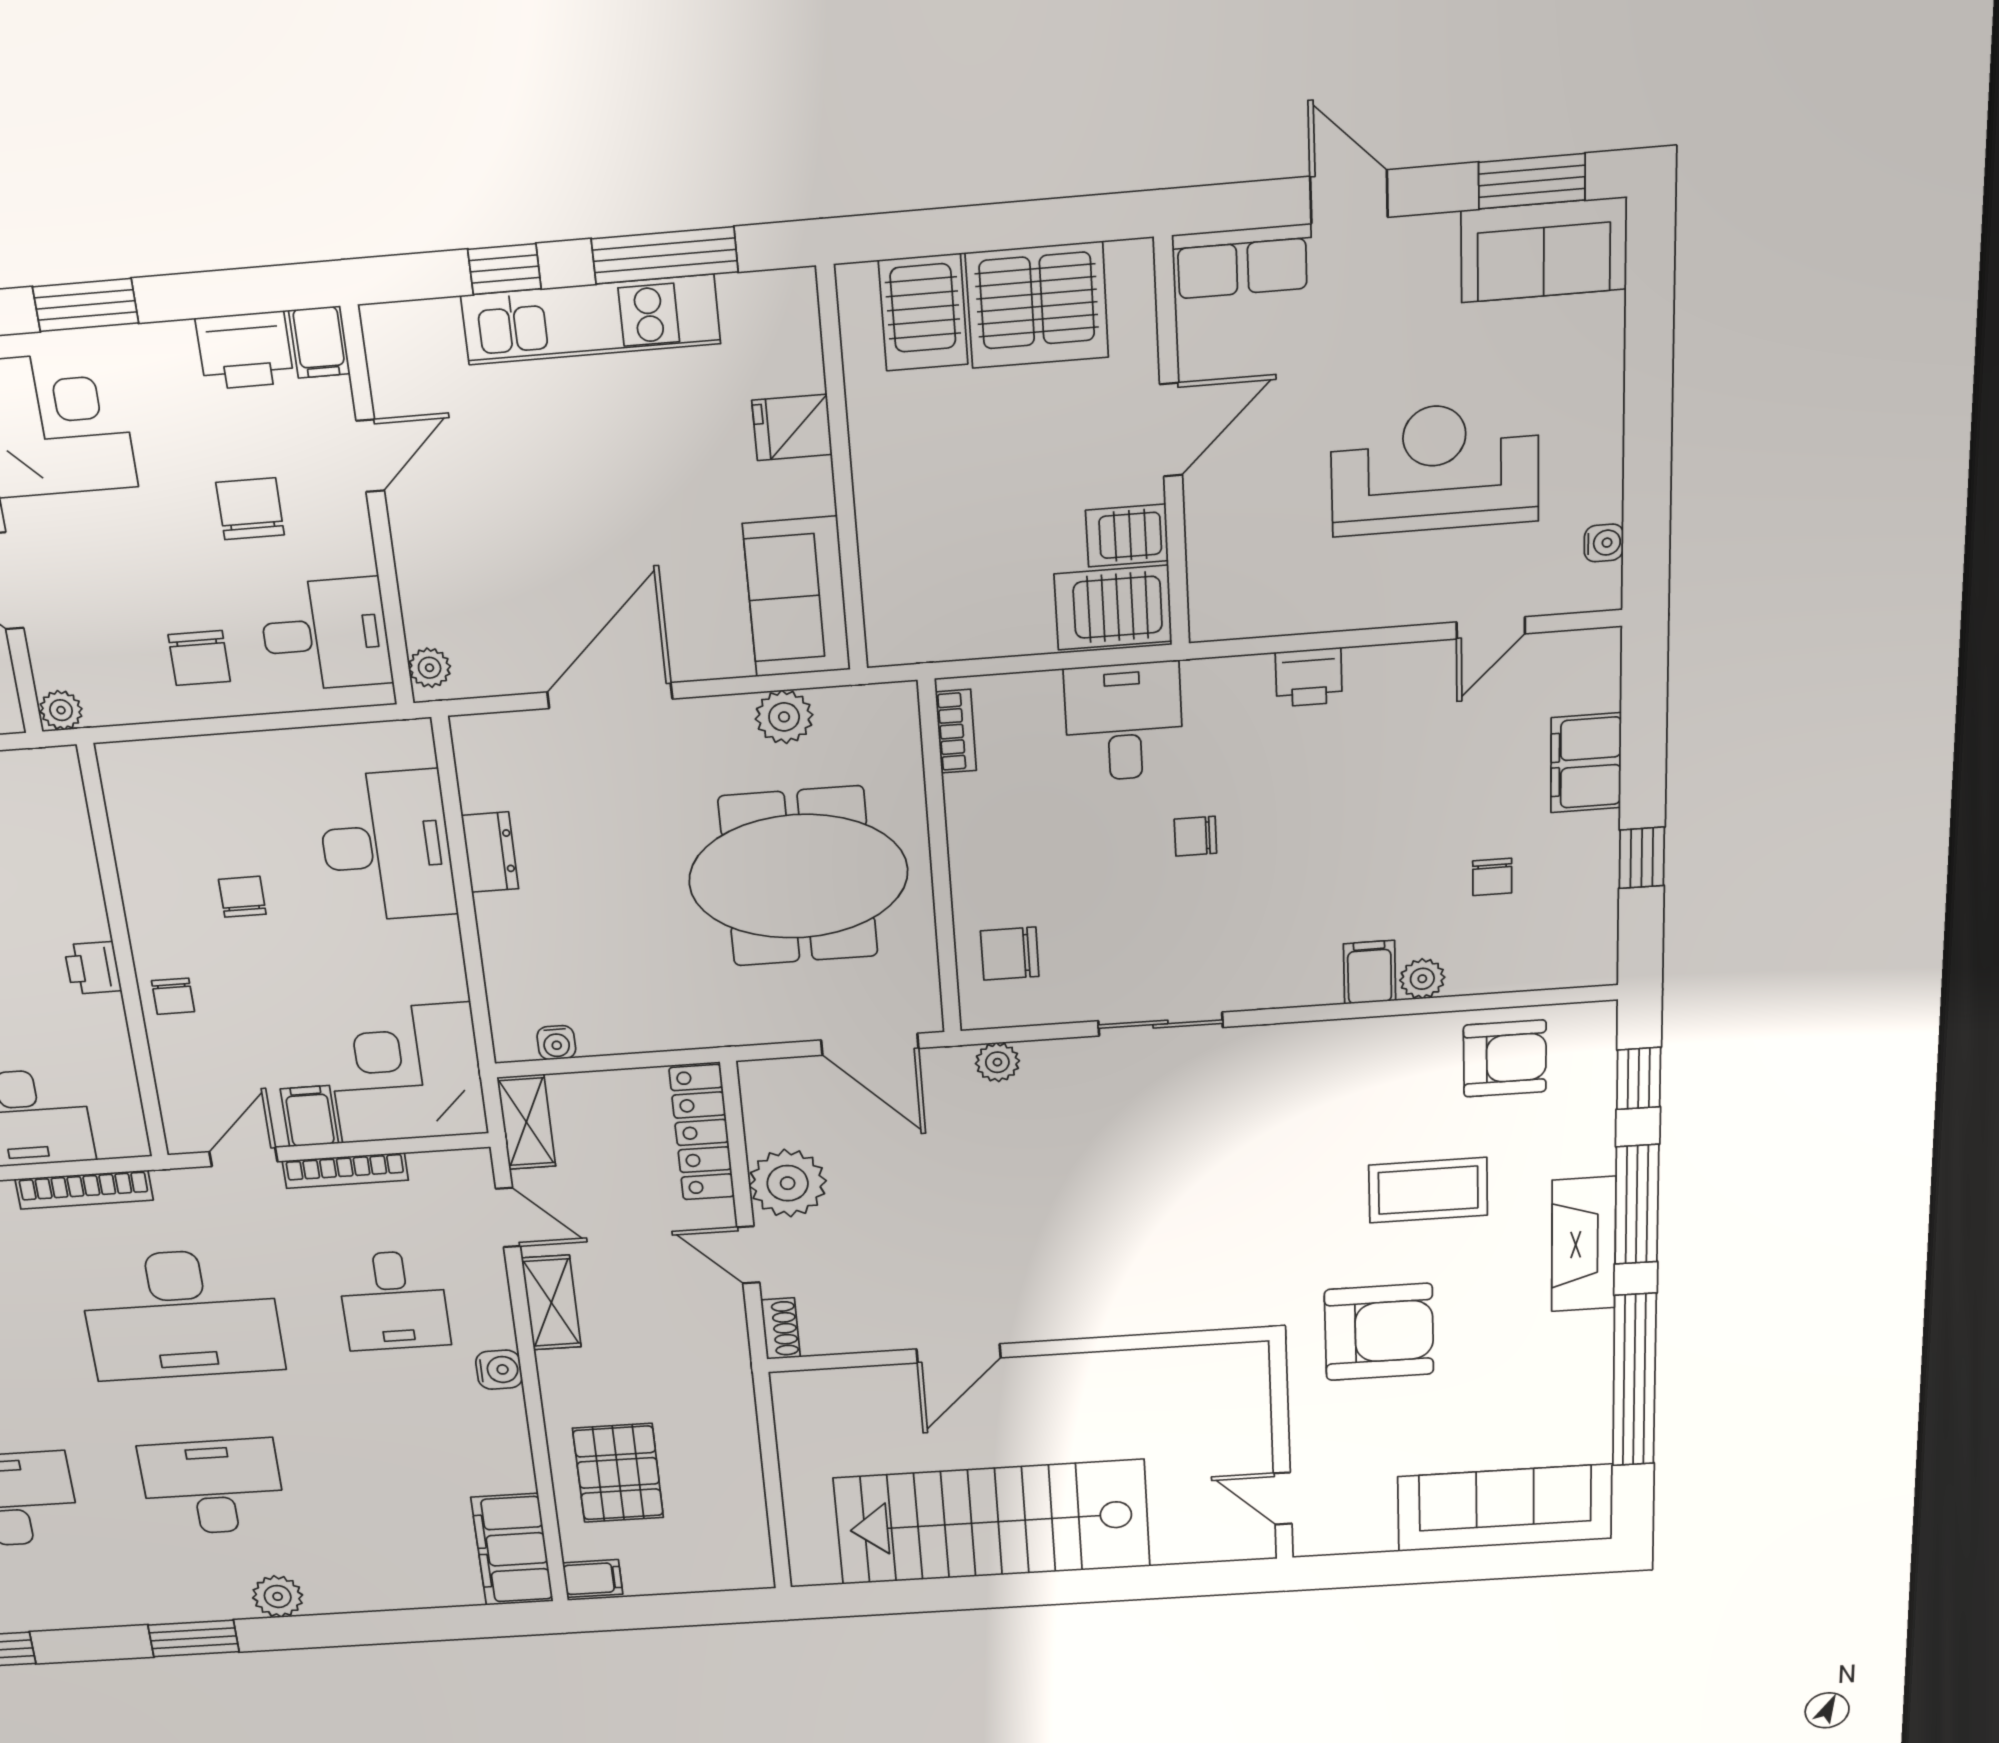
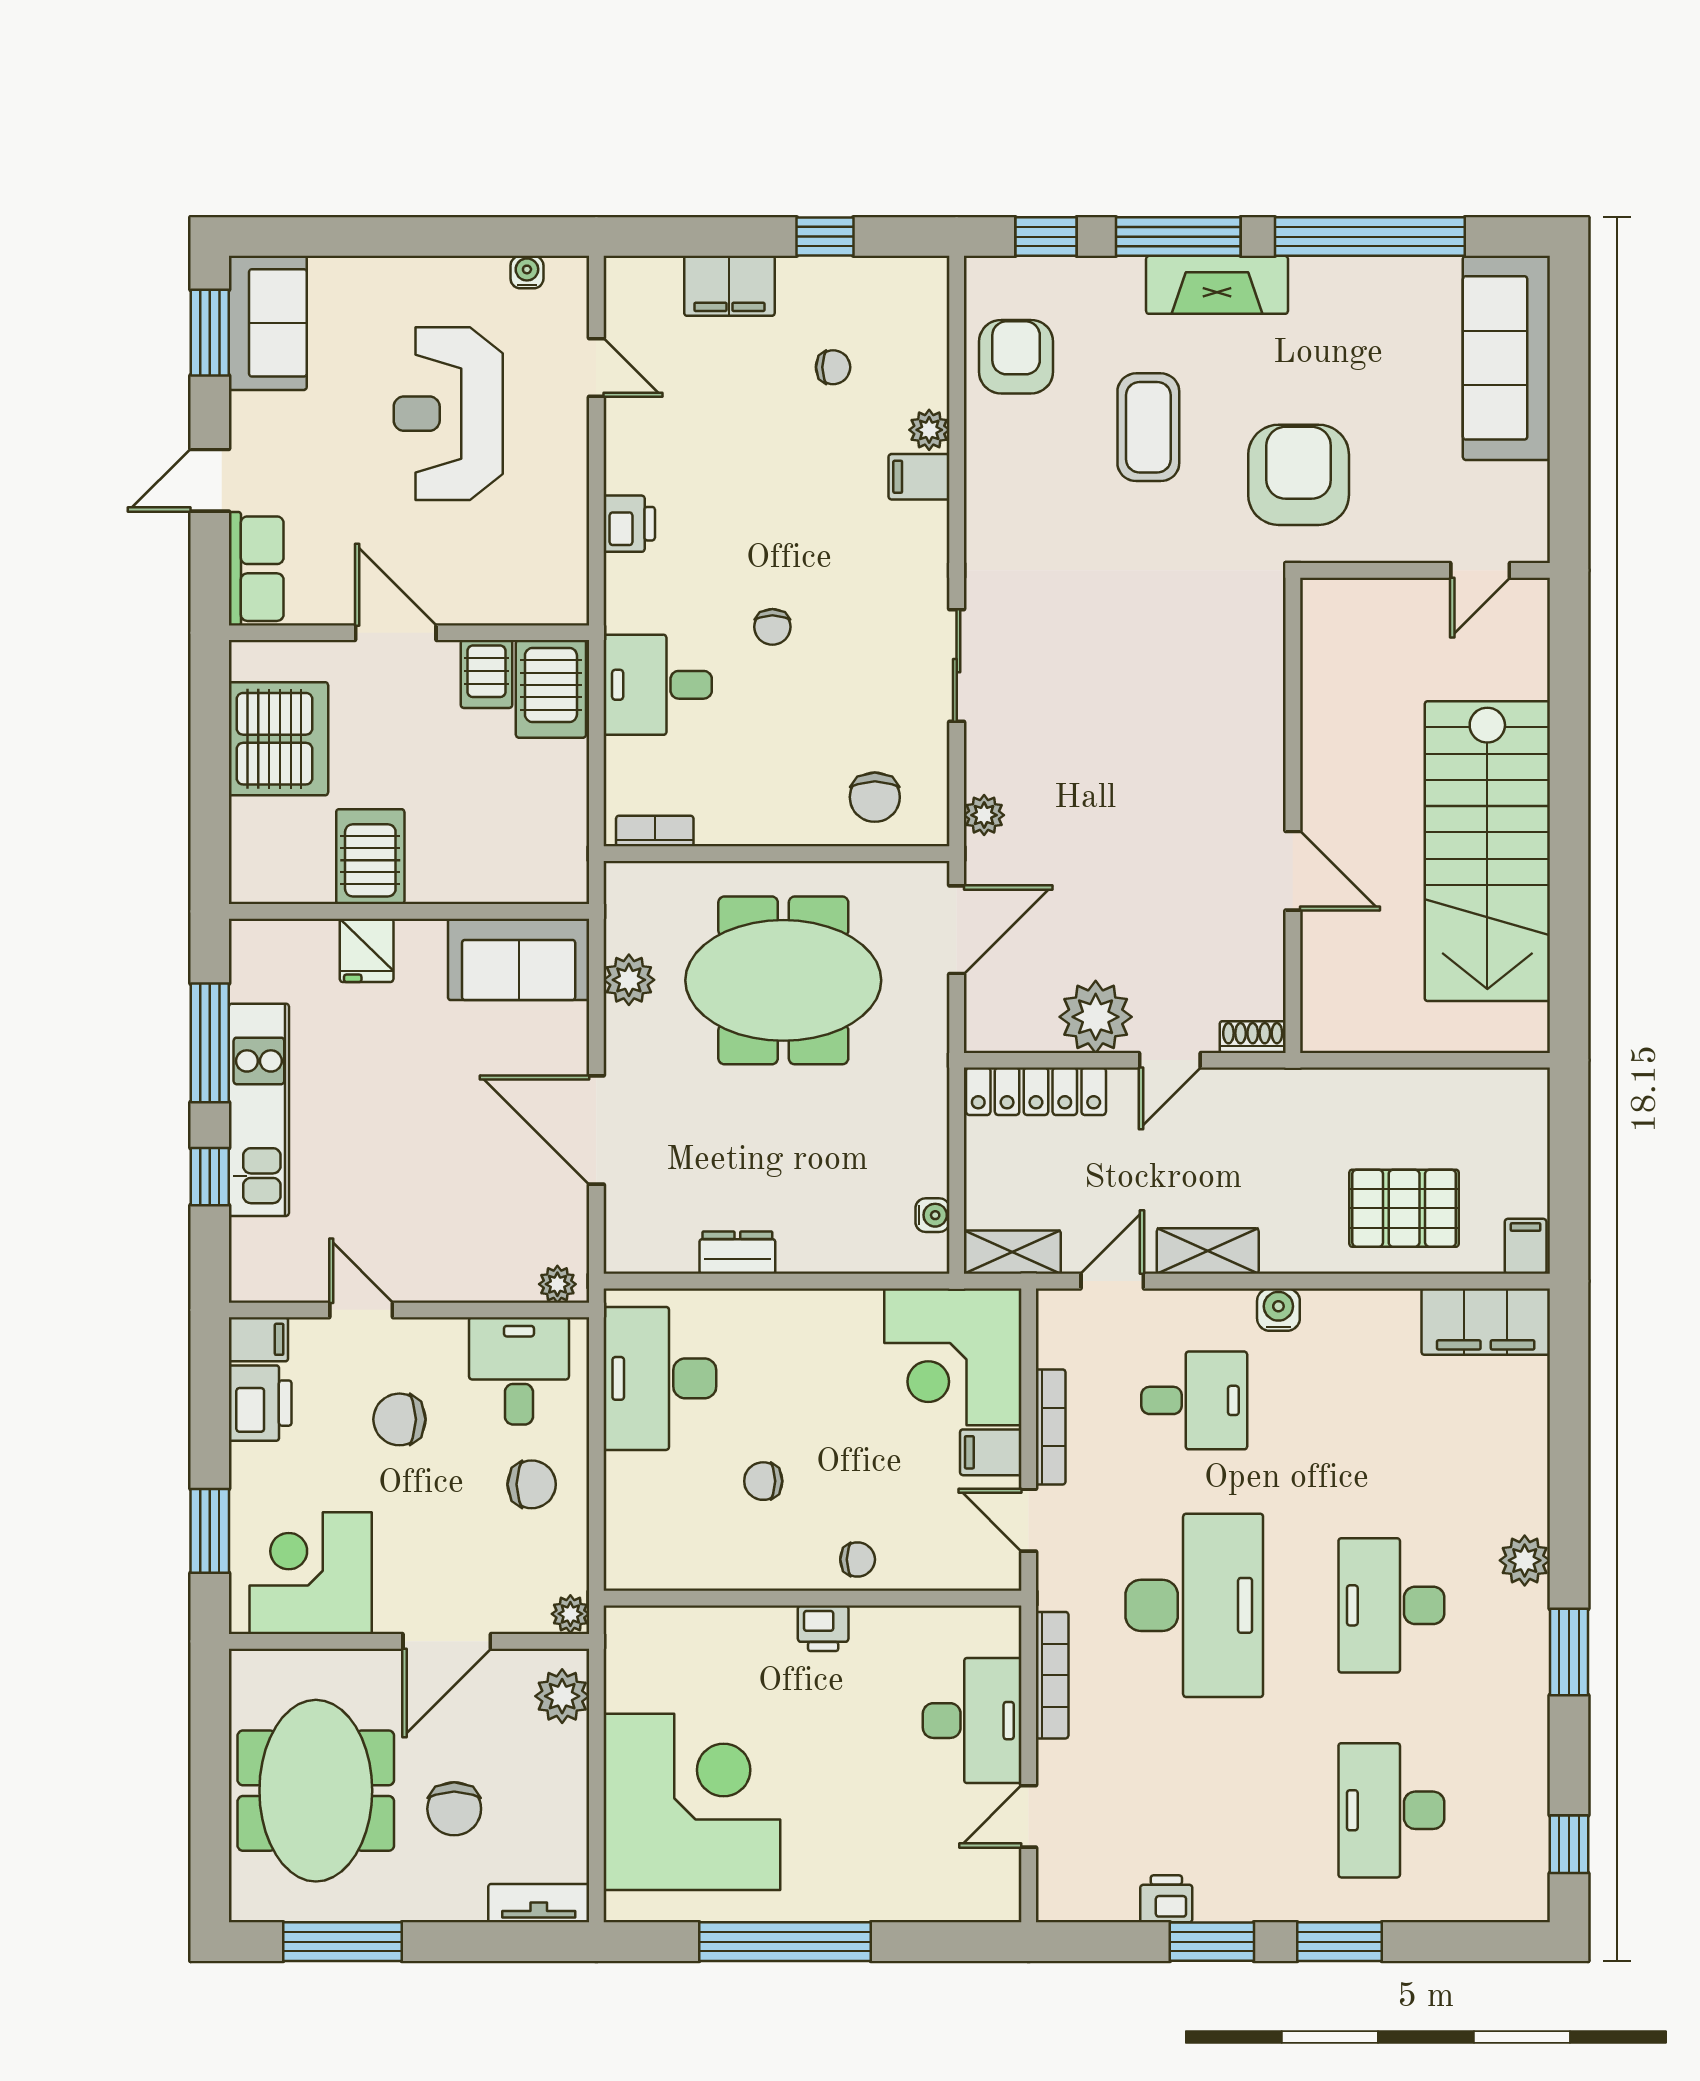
server rack: (923, 312) -> (370, 857), moved, turned -90
desk: (386, 846) -> (660, 1378), moved, turned -90
meeting table: (798, 876) -> (783, 980), turned 90

